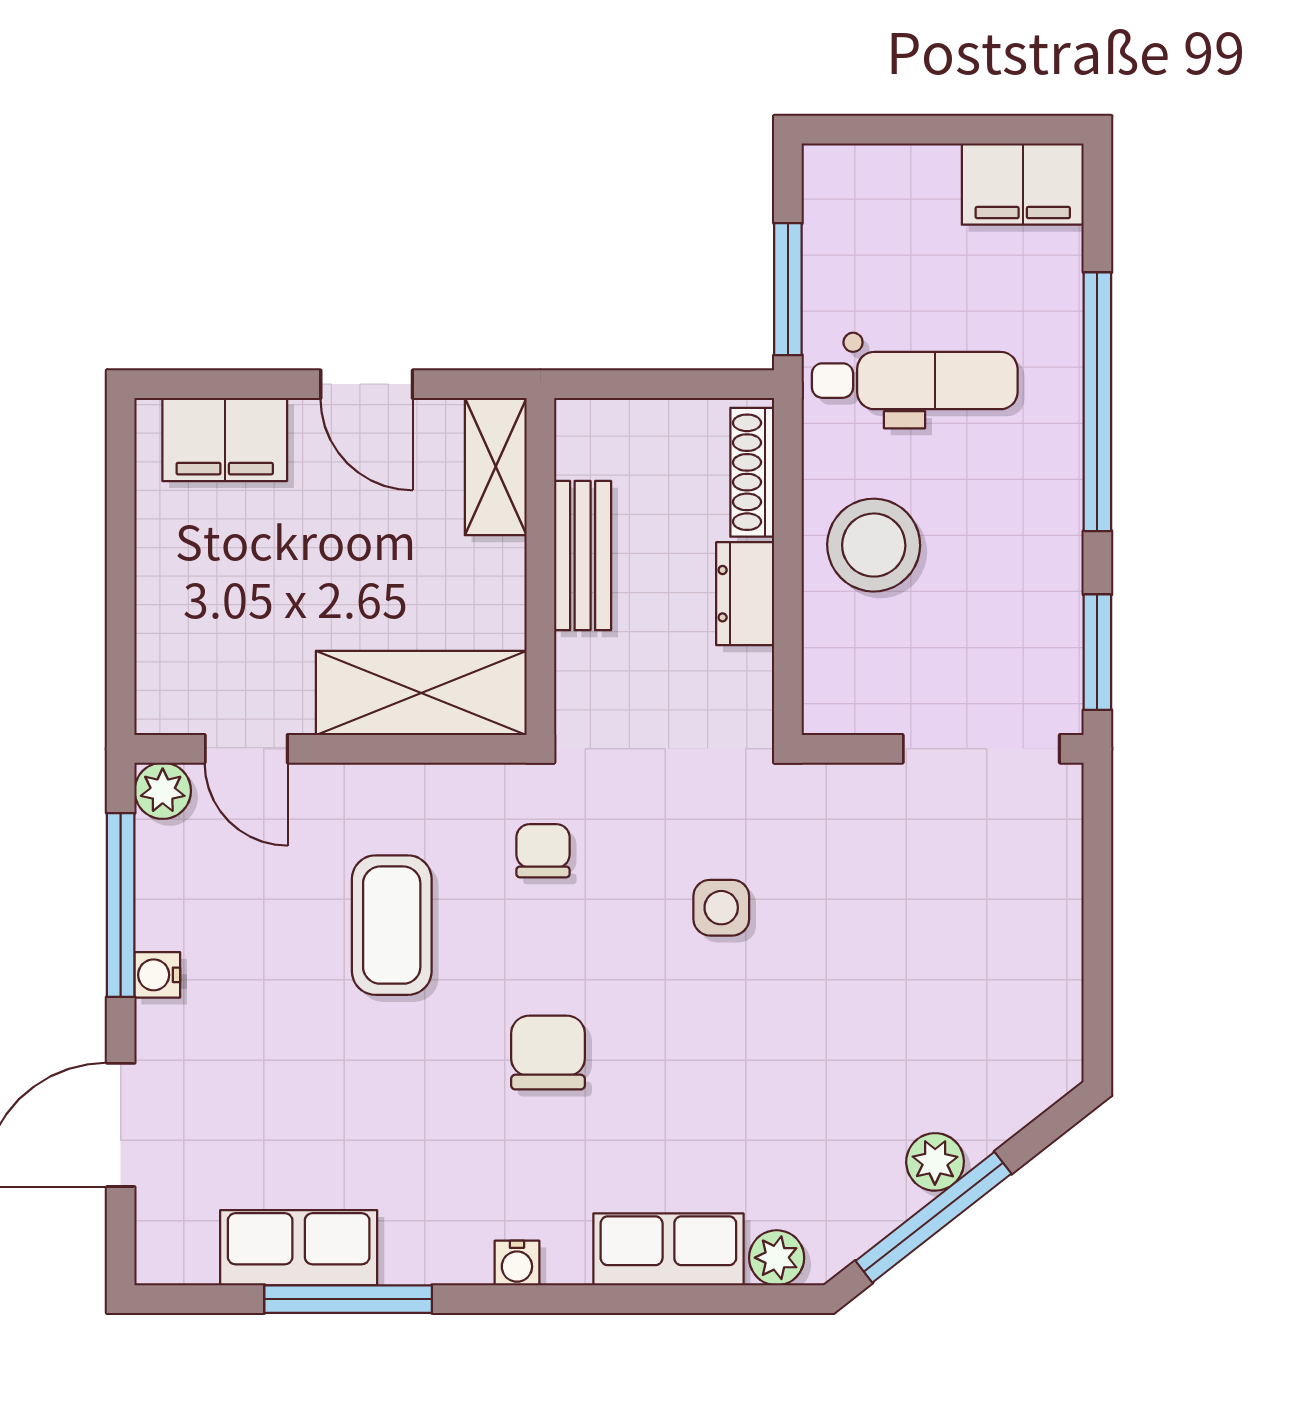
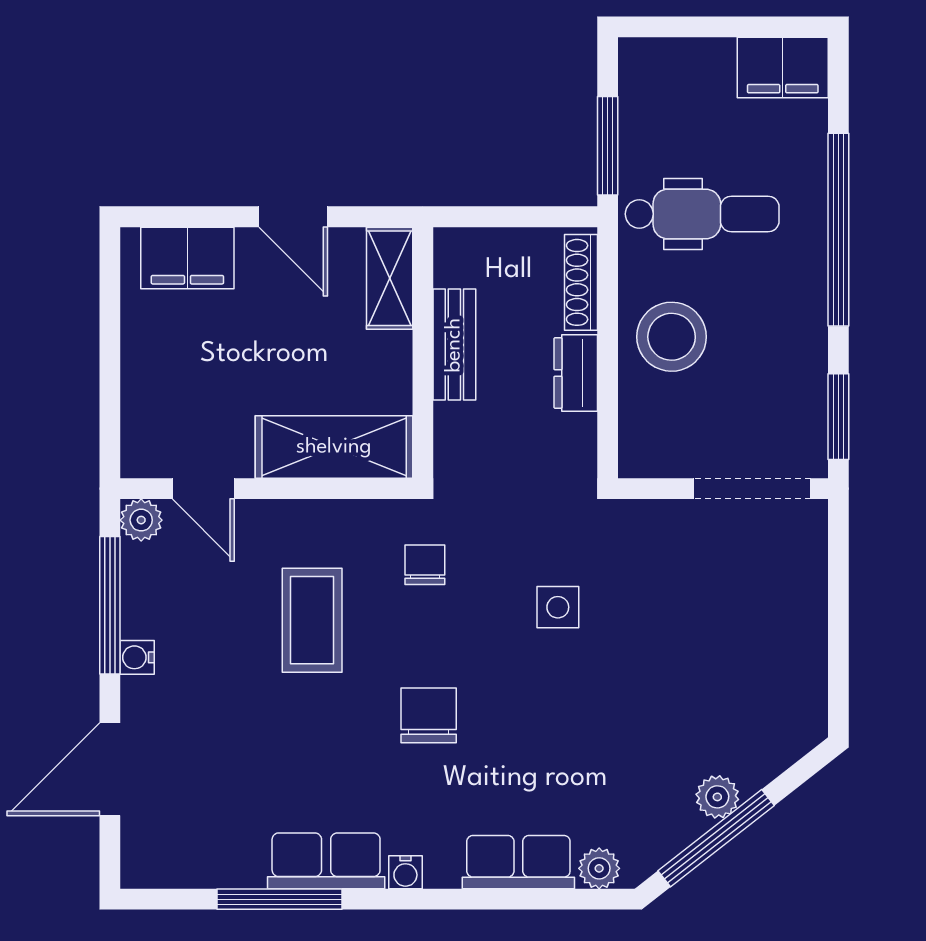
row of seats: (299, 1248) -> (326, 861), moved

